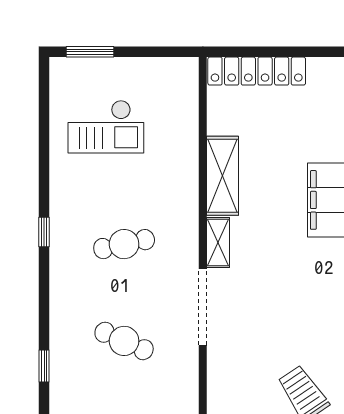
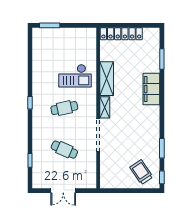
checkout: (106, 127) -> (75, 76), moved

